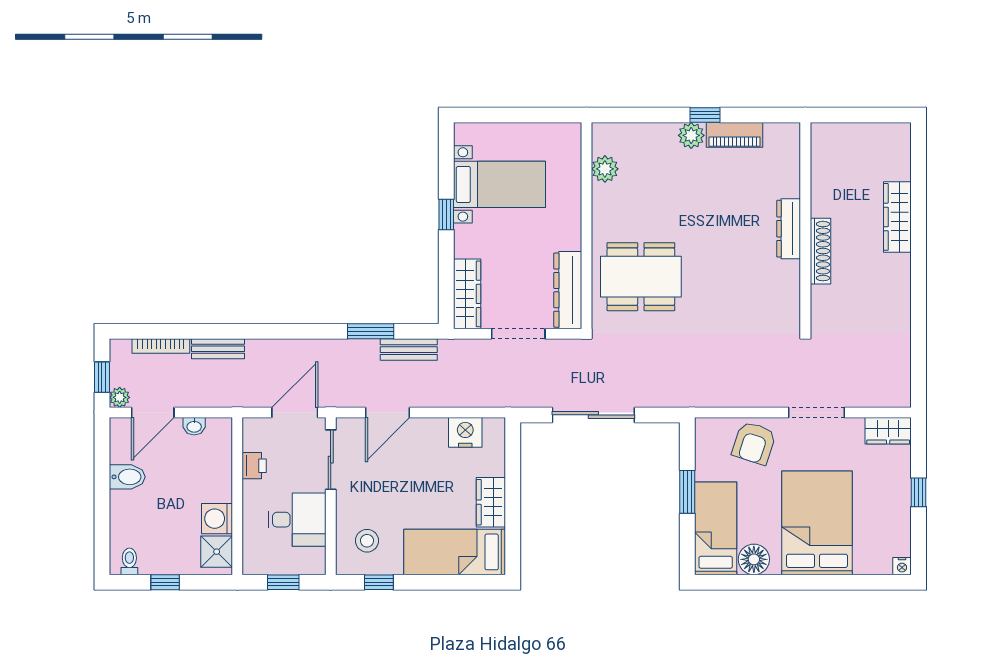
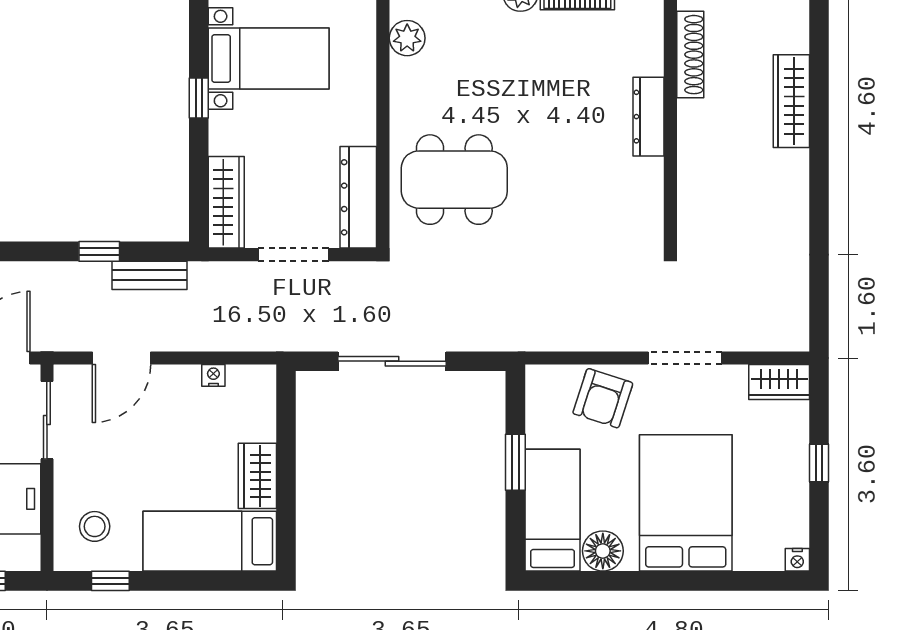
shoe rack: (820, 251) -> (690, 55), moved
window: (371, 331) -> (99, 251), width x0.67
nightstand: (465, 432) -> (213, 375), width x0.53, depth x0.56

